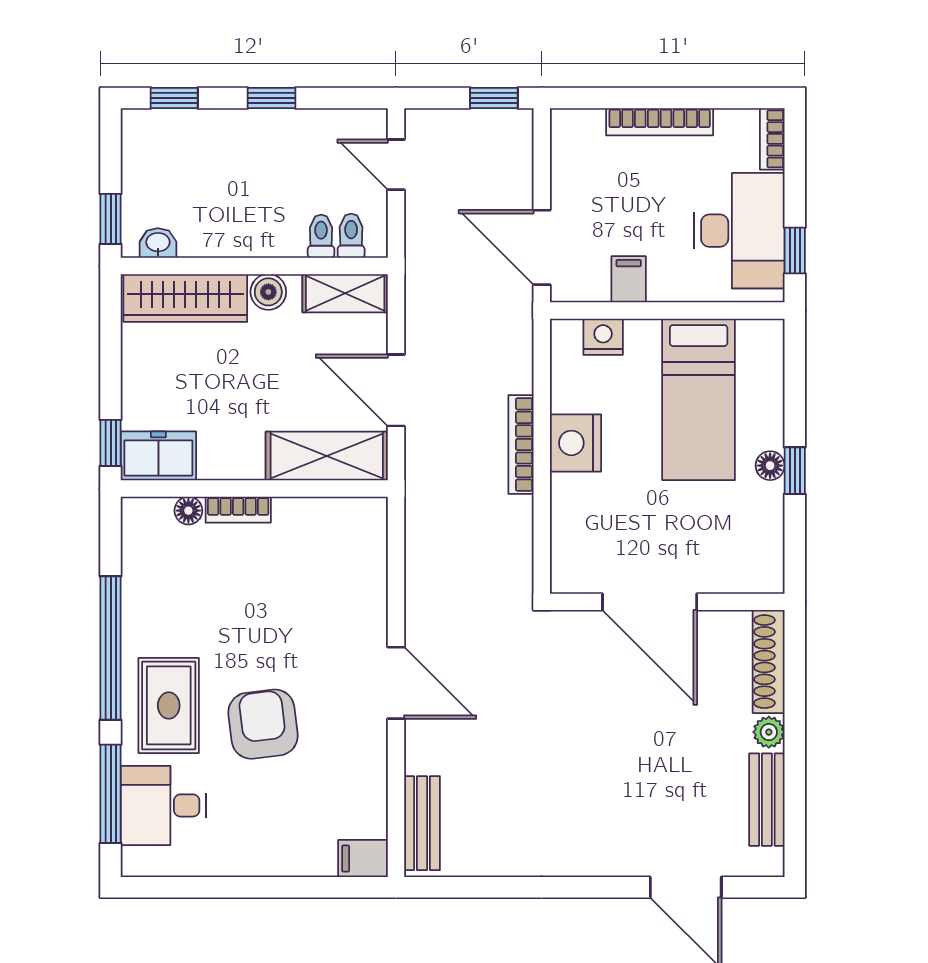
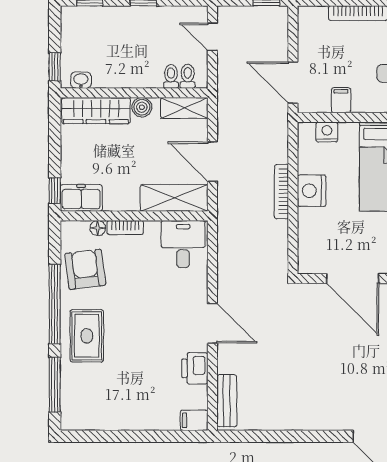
armchair: (263, 724) -> (85, 269), moved
printer: (364, 764) -> (195, 368), added
desk: (164, 805) -> (183, 244), moved, turned 90

